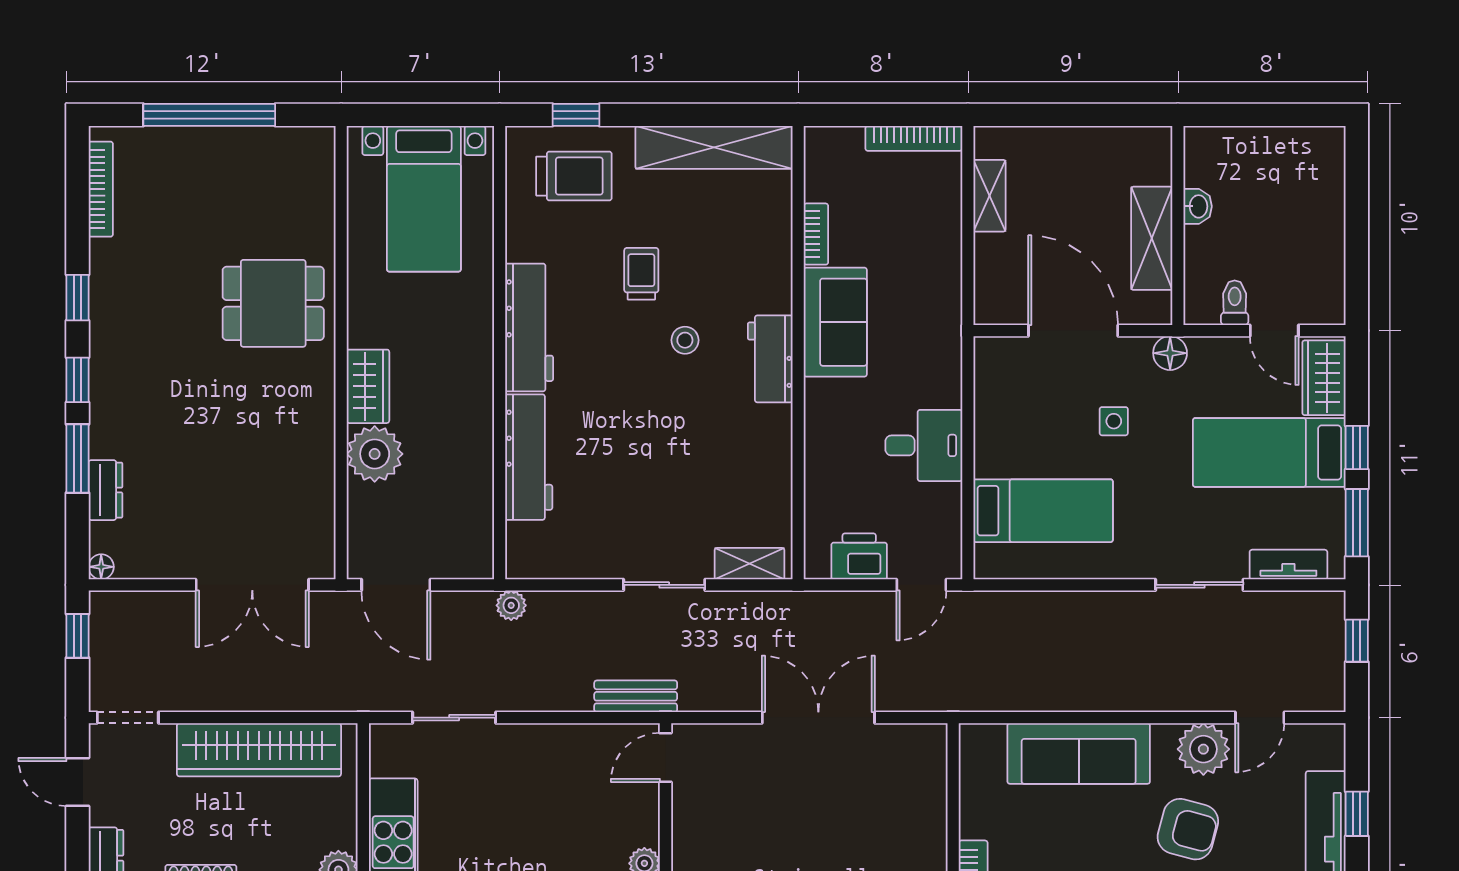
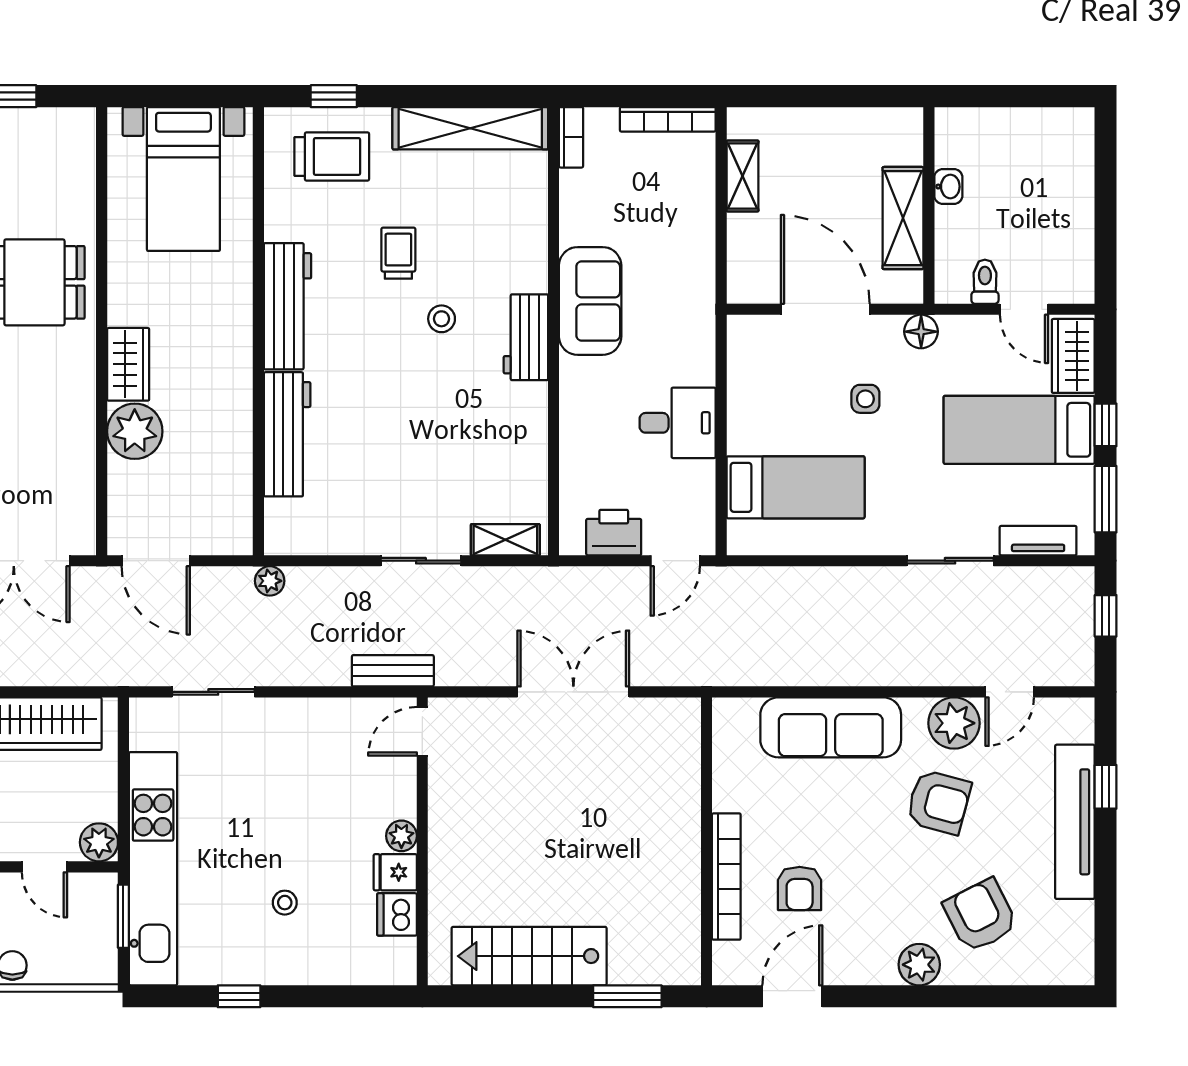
bookcase: (816, 234) -> (571, 137), moved

